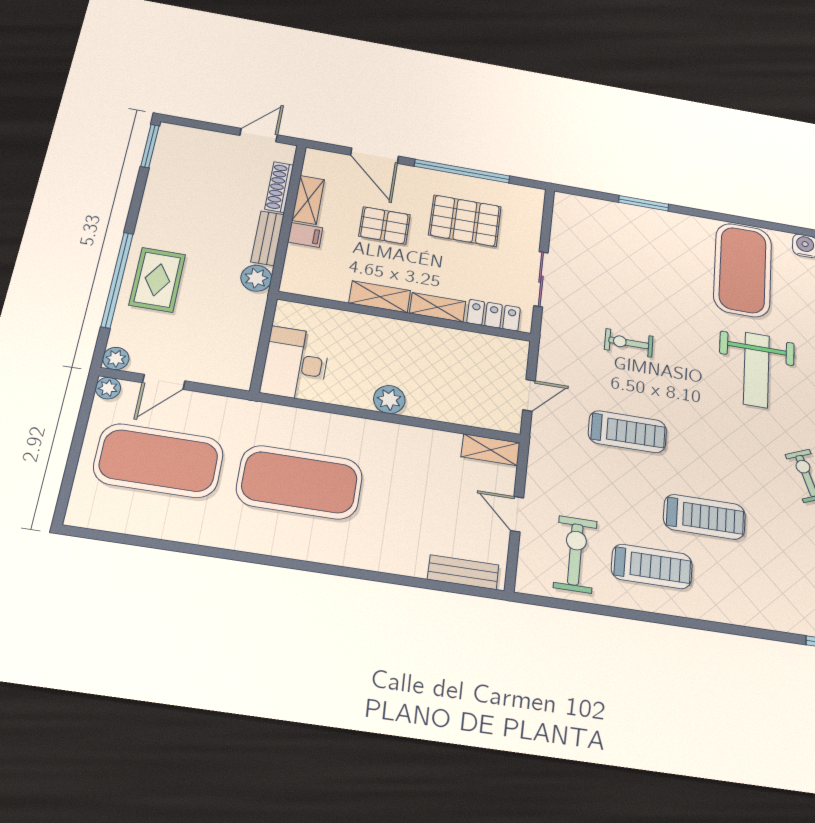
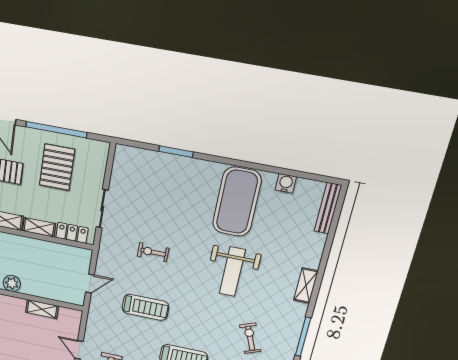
pallet: (465, 221) -> (57, 167), turned 90
shelving: (491, 450) -> (42, 309), moved

